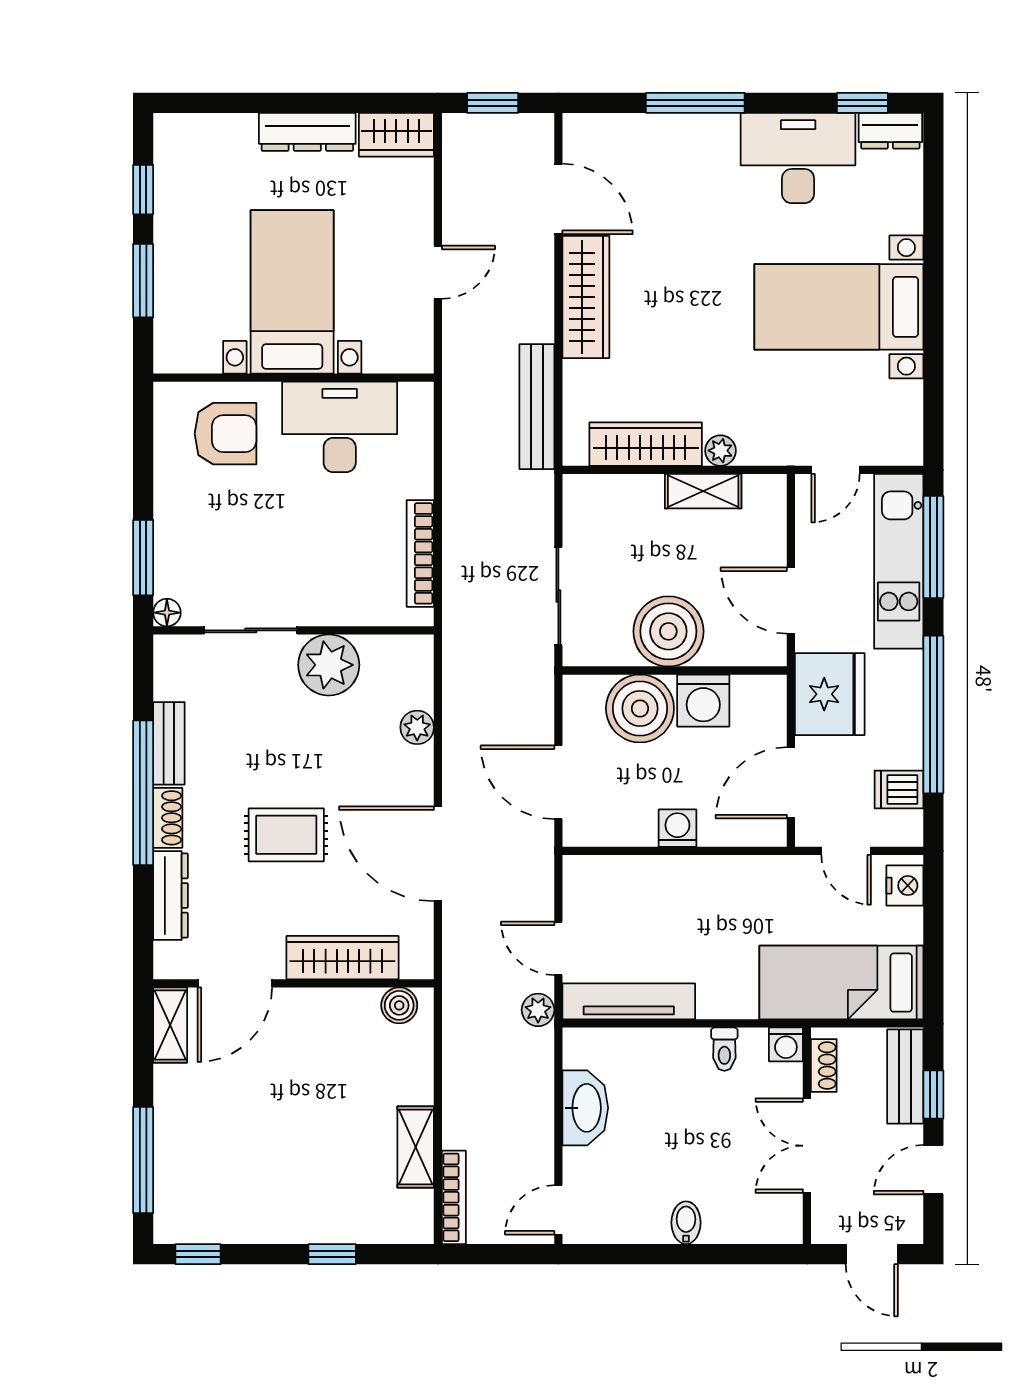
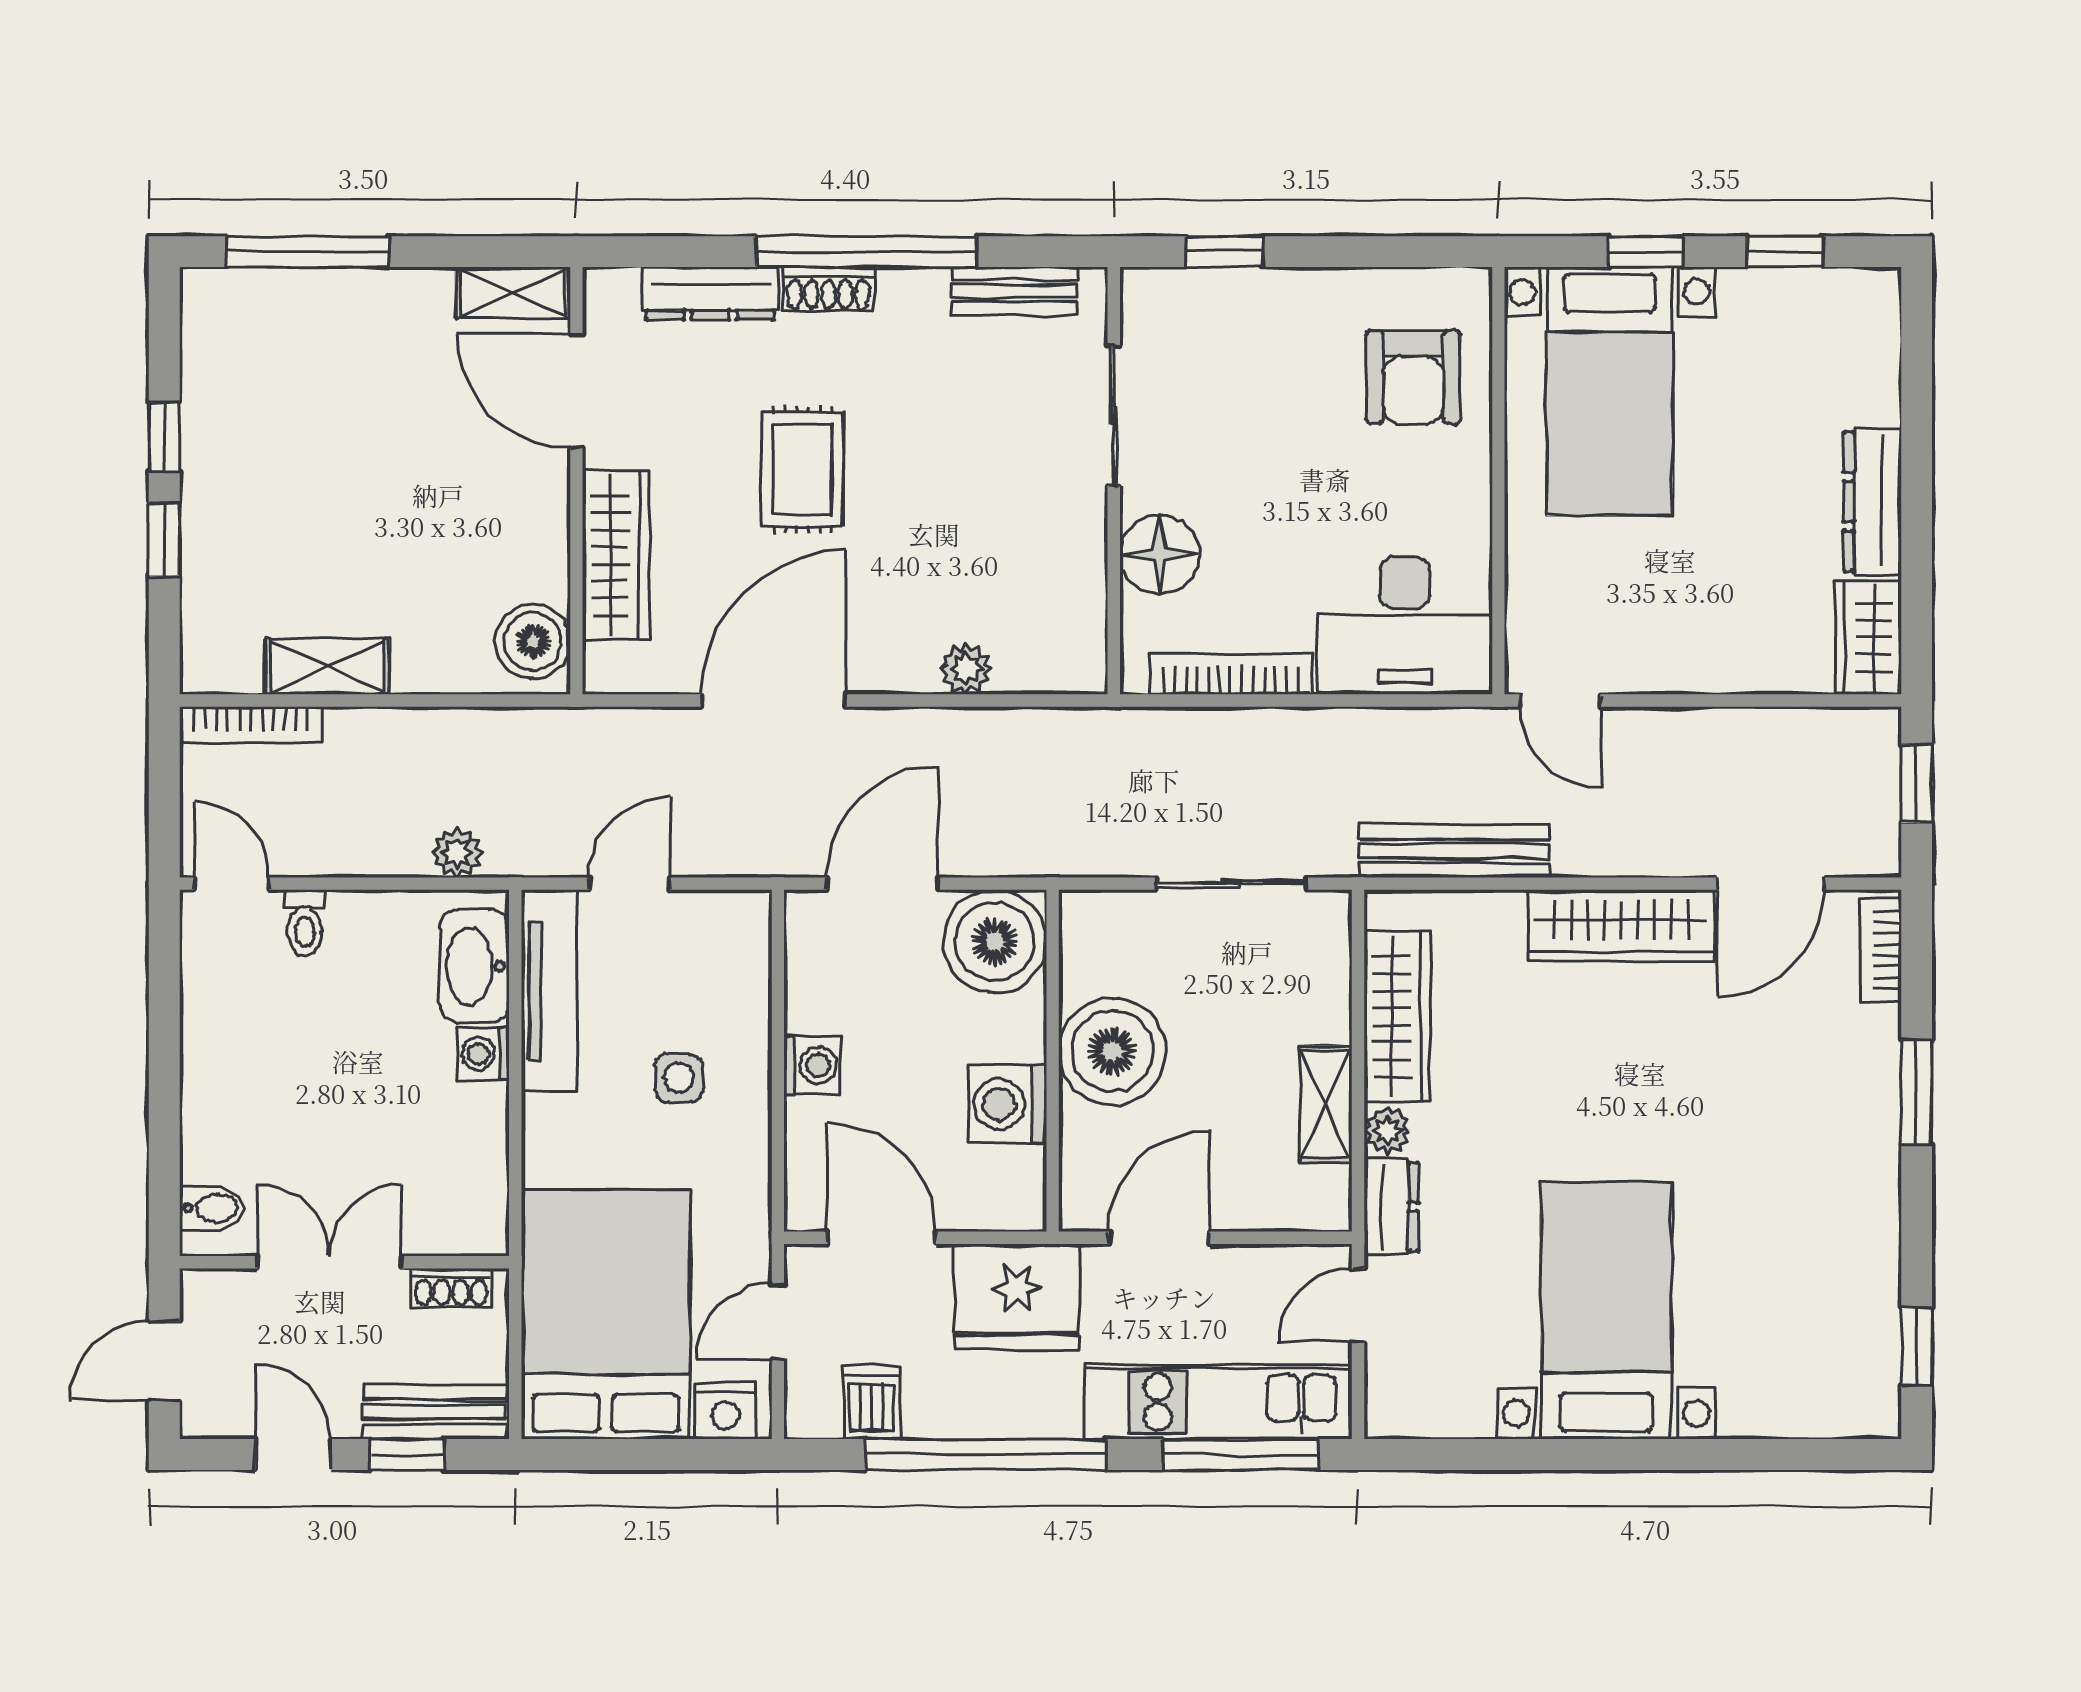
window: (695, 103) -> (1917, 1092), width x0.69
bookcase: (602, 127) -> (1881, 950), added
dresser: (890, 131) -> (1391, 1207), moved, turned 180
desk: (798, 158) -> (1833, 1249), removed
door: (438, 272) -> (1560, 700), moved
window: (143, 281) -> (1646, 252), width x0.67
bed with nightstands: (292, 292) -> (1610, 391), moved, turned 90
desk: (340, 427) -> (1405, 625), moved, turned 90
door: (836, 470) -> (1358, 1306), hinge flipped
window: (143, 558) -> (1224, 252), width x0.67
sliding door: (558, 596) -> (1231, 884), moved
floor lamp: (167, 613) -> (1159, 555), moved, width x1.89, depth x1.89
plant: (329, 665) -> (1061, 534), removed
boiler: (640, 708) -> (995, 941), moved
bench: (169, 743) -> (1015, 291), moved
side table: (686, 916) -> (679, 1078), added
bed: (841, 983) -> (606, 1314), width x1.50
boiler: (399, 1005) -> (533, 641), width x1.36, depth x1.36
plant: (538, 1010) -> (457, 853), moved
washing machine: (786, 1044) -> (483, 1054), moved
toilet: (724, 1049) -> (305, 923), moved, turned -90
washbasin: (585, 1108) -> (474, 966), moved, turned 90
bidet: (686, 1223) -> (212, 1208), moved
window: (198, 1254) -> (164, 437), moved

